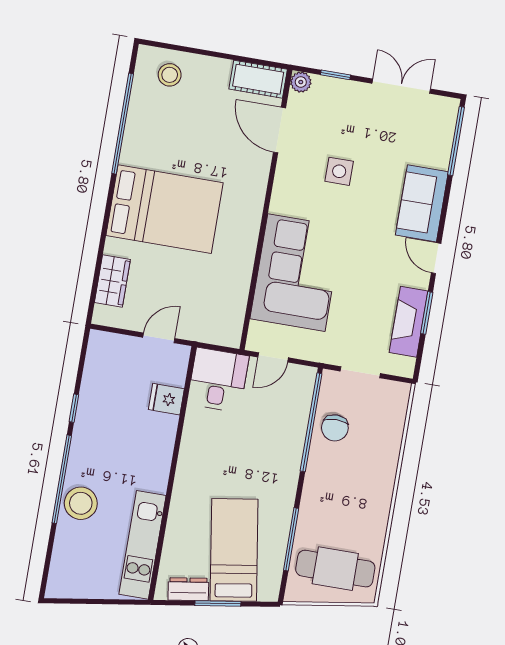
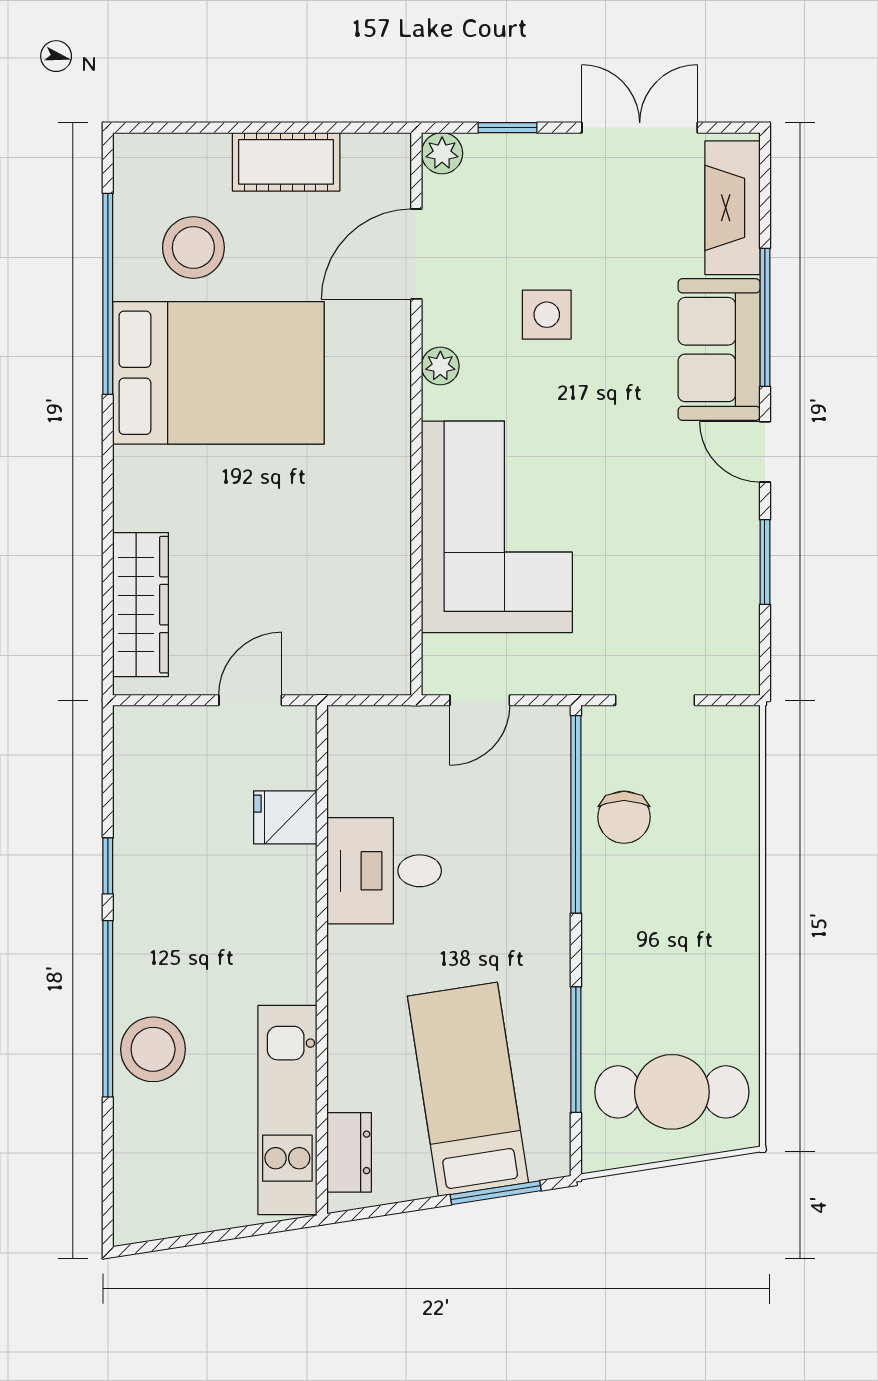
stool: (170, 75) -> (193, 248), moved, width x1.38, depth x1.38
cot: (258, 79) -> (286, 162), moved
door: (279, 130) -> (416, 254), hinge flipped
window: (456, 141) -> (765, 317), moved
plant: (282, 188) -> (440, 366), added
bed: (165, 209) -> (218, 373), moved
wardrobe: (112, 281) -> (141, 605), width x1.50
fireplace: (409, 322) -> (733, 208), moved
desk: (218, 380) -> (384, 871), moved, turned -90
dresser: (188, 589) -> (349, 1152), moved, turned 99
window: (218, 603) -> (496, 1193), moved

